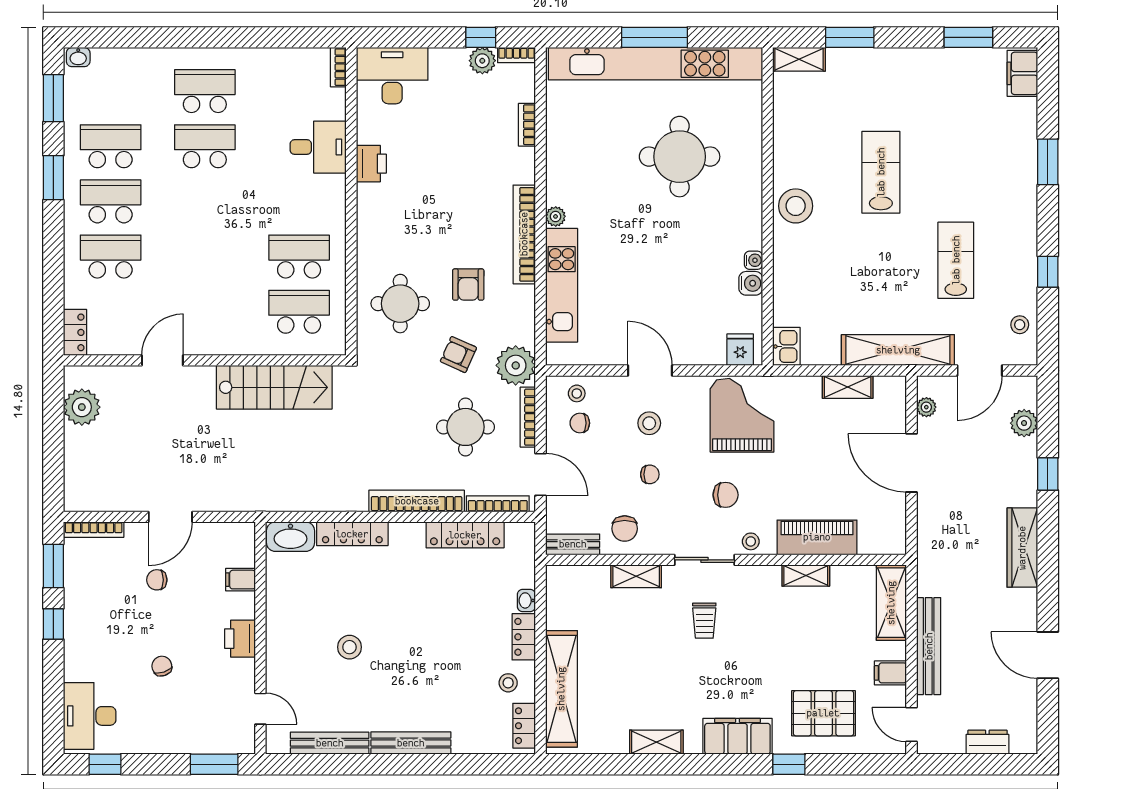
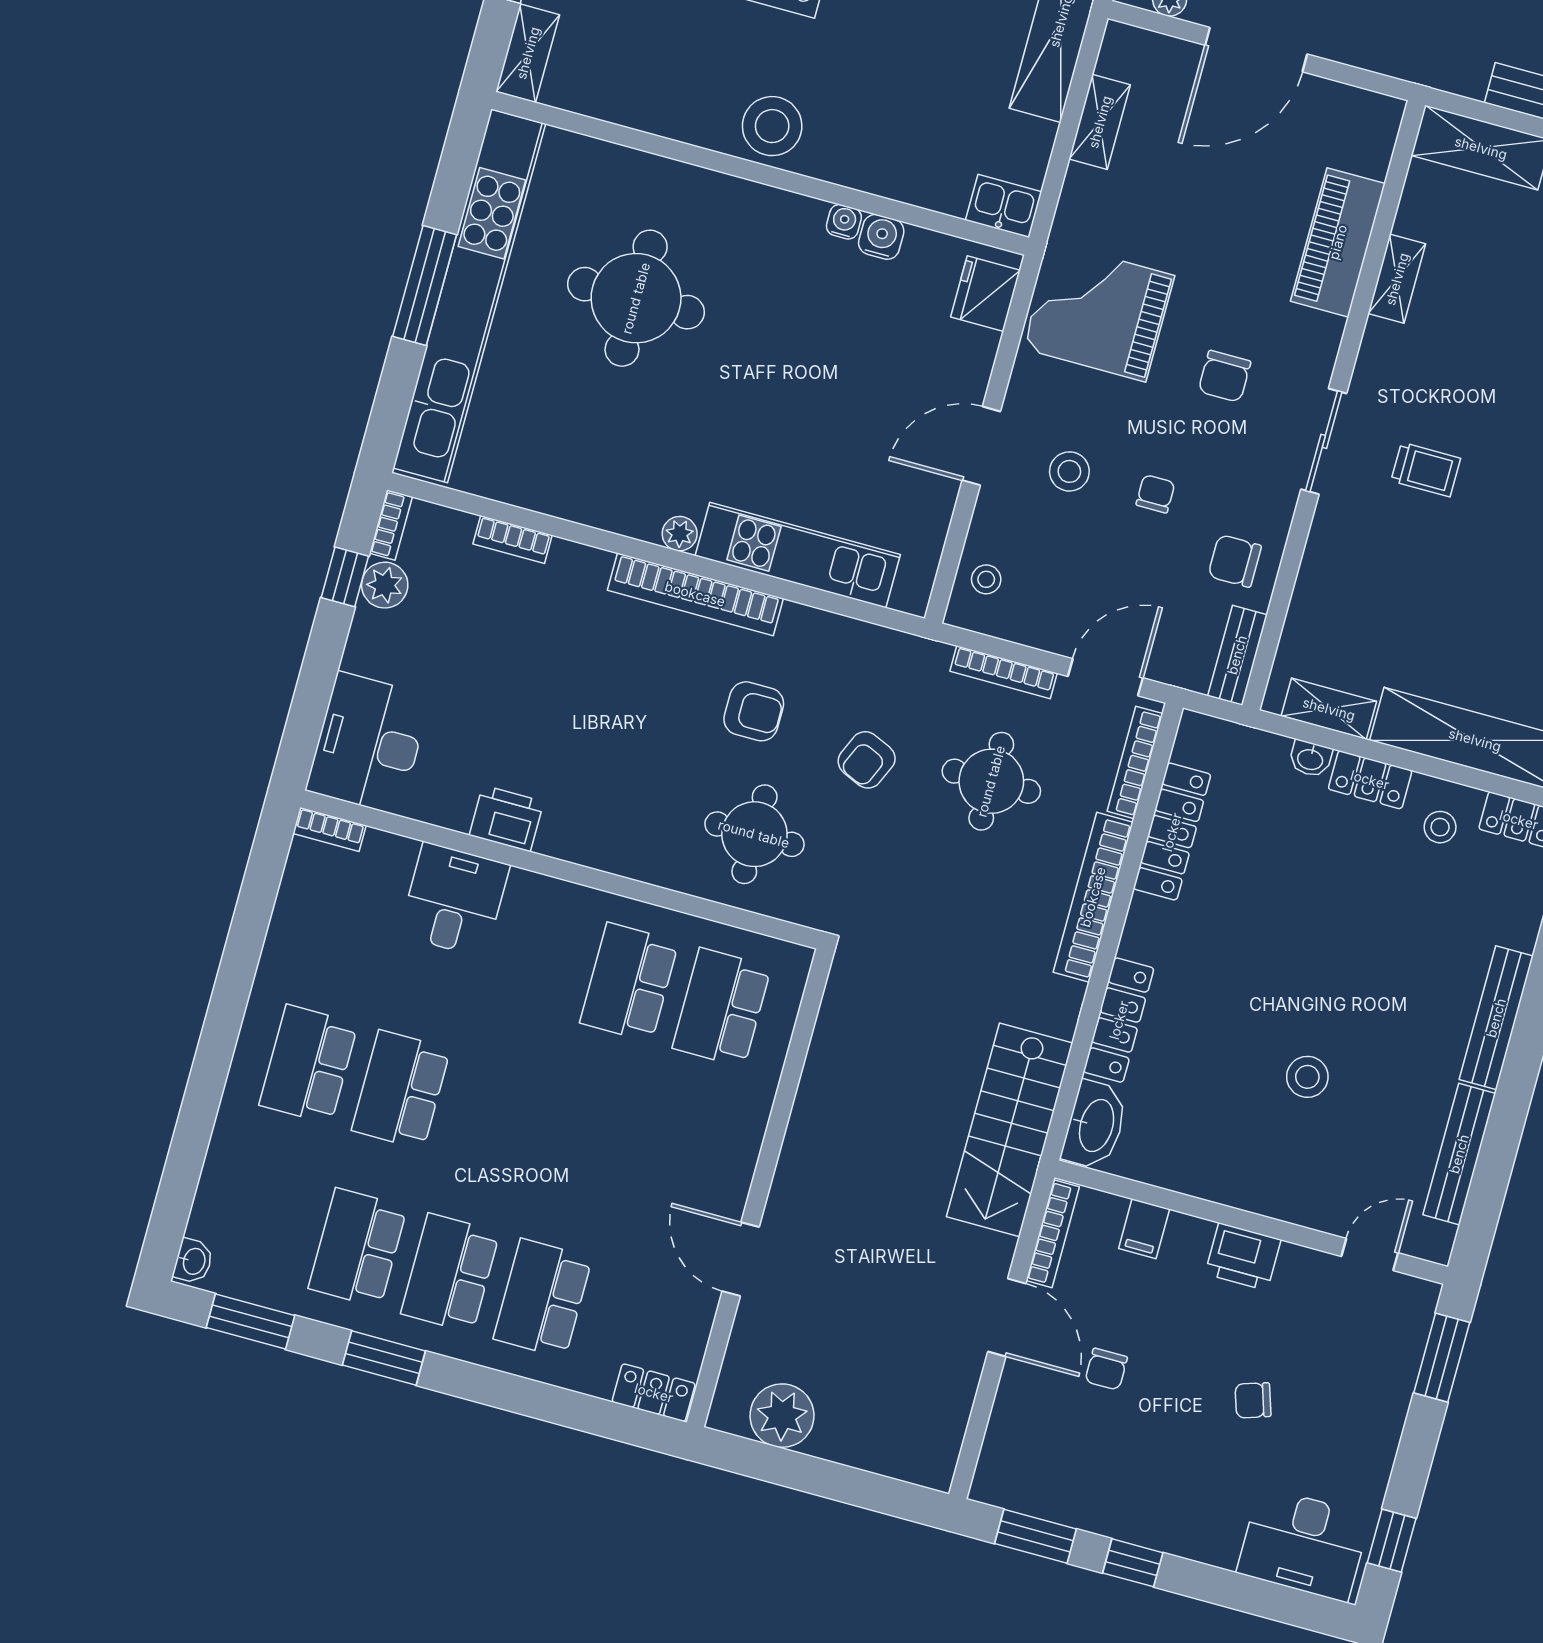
fridge: (740, 350) -> (985, 294), width x1.38
plant: (516, 365) -> (911, 669), removed
stairs: (274, 387) -> (1010, 1130), moved, turned 180
chair: (580, 423) -> (1037, 588), removed
chair: (726, 495) -> (1225, 376), turned 180
chair: (625, 529) -> (1235, 561), turned 180
bookcase: (94, 530) -> (1053, 1234), moved
stool: (751, 541) -> (1314, 355), removed
shelving: (636, 576) -> (1329, 709), moved, turned 90

